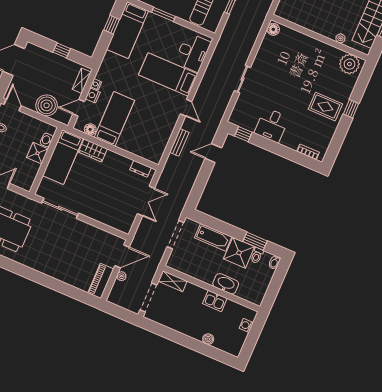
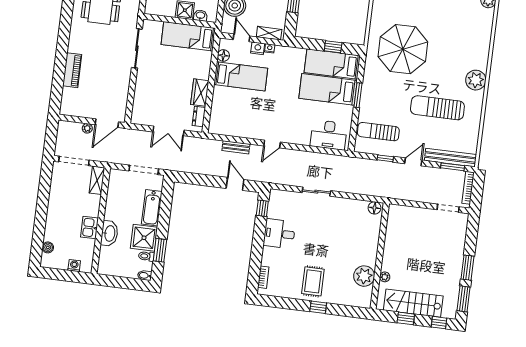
plant: (349, 64) -> (364, 276), moved
bed: (168, 74) -> (328, 89), moved, turned -90
wardrobe: (93, 150) -> (200, 93), moved
door: (122, 256) -> (107, 123), hinge flipped
piano: (101, 281) -> (72, 70), moved, turned 90
boiler: (208, 339) -> (48, 247), moved

